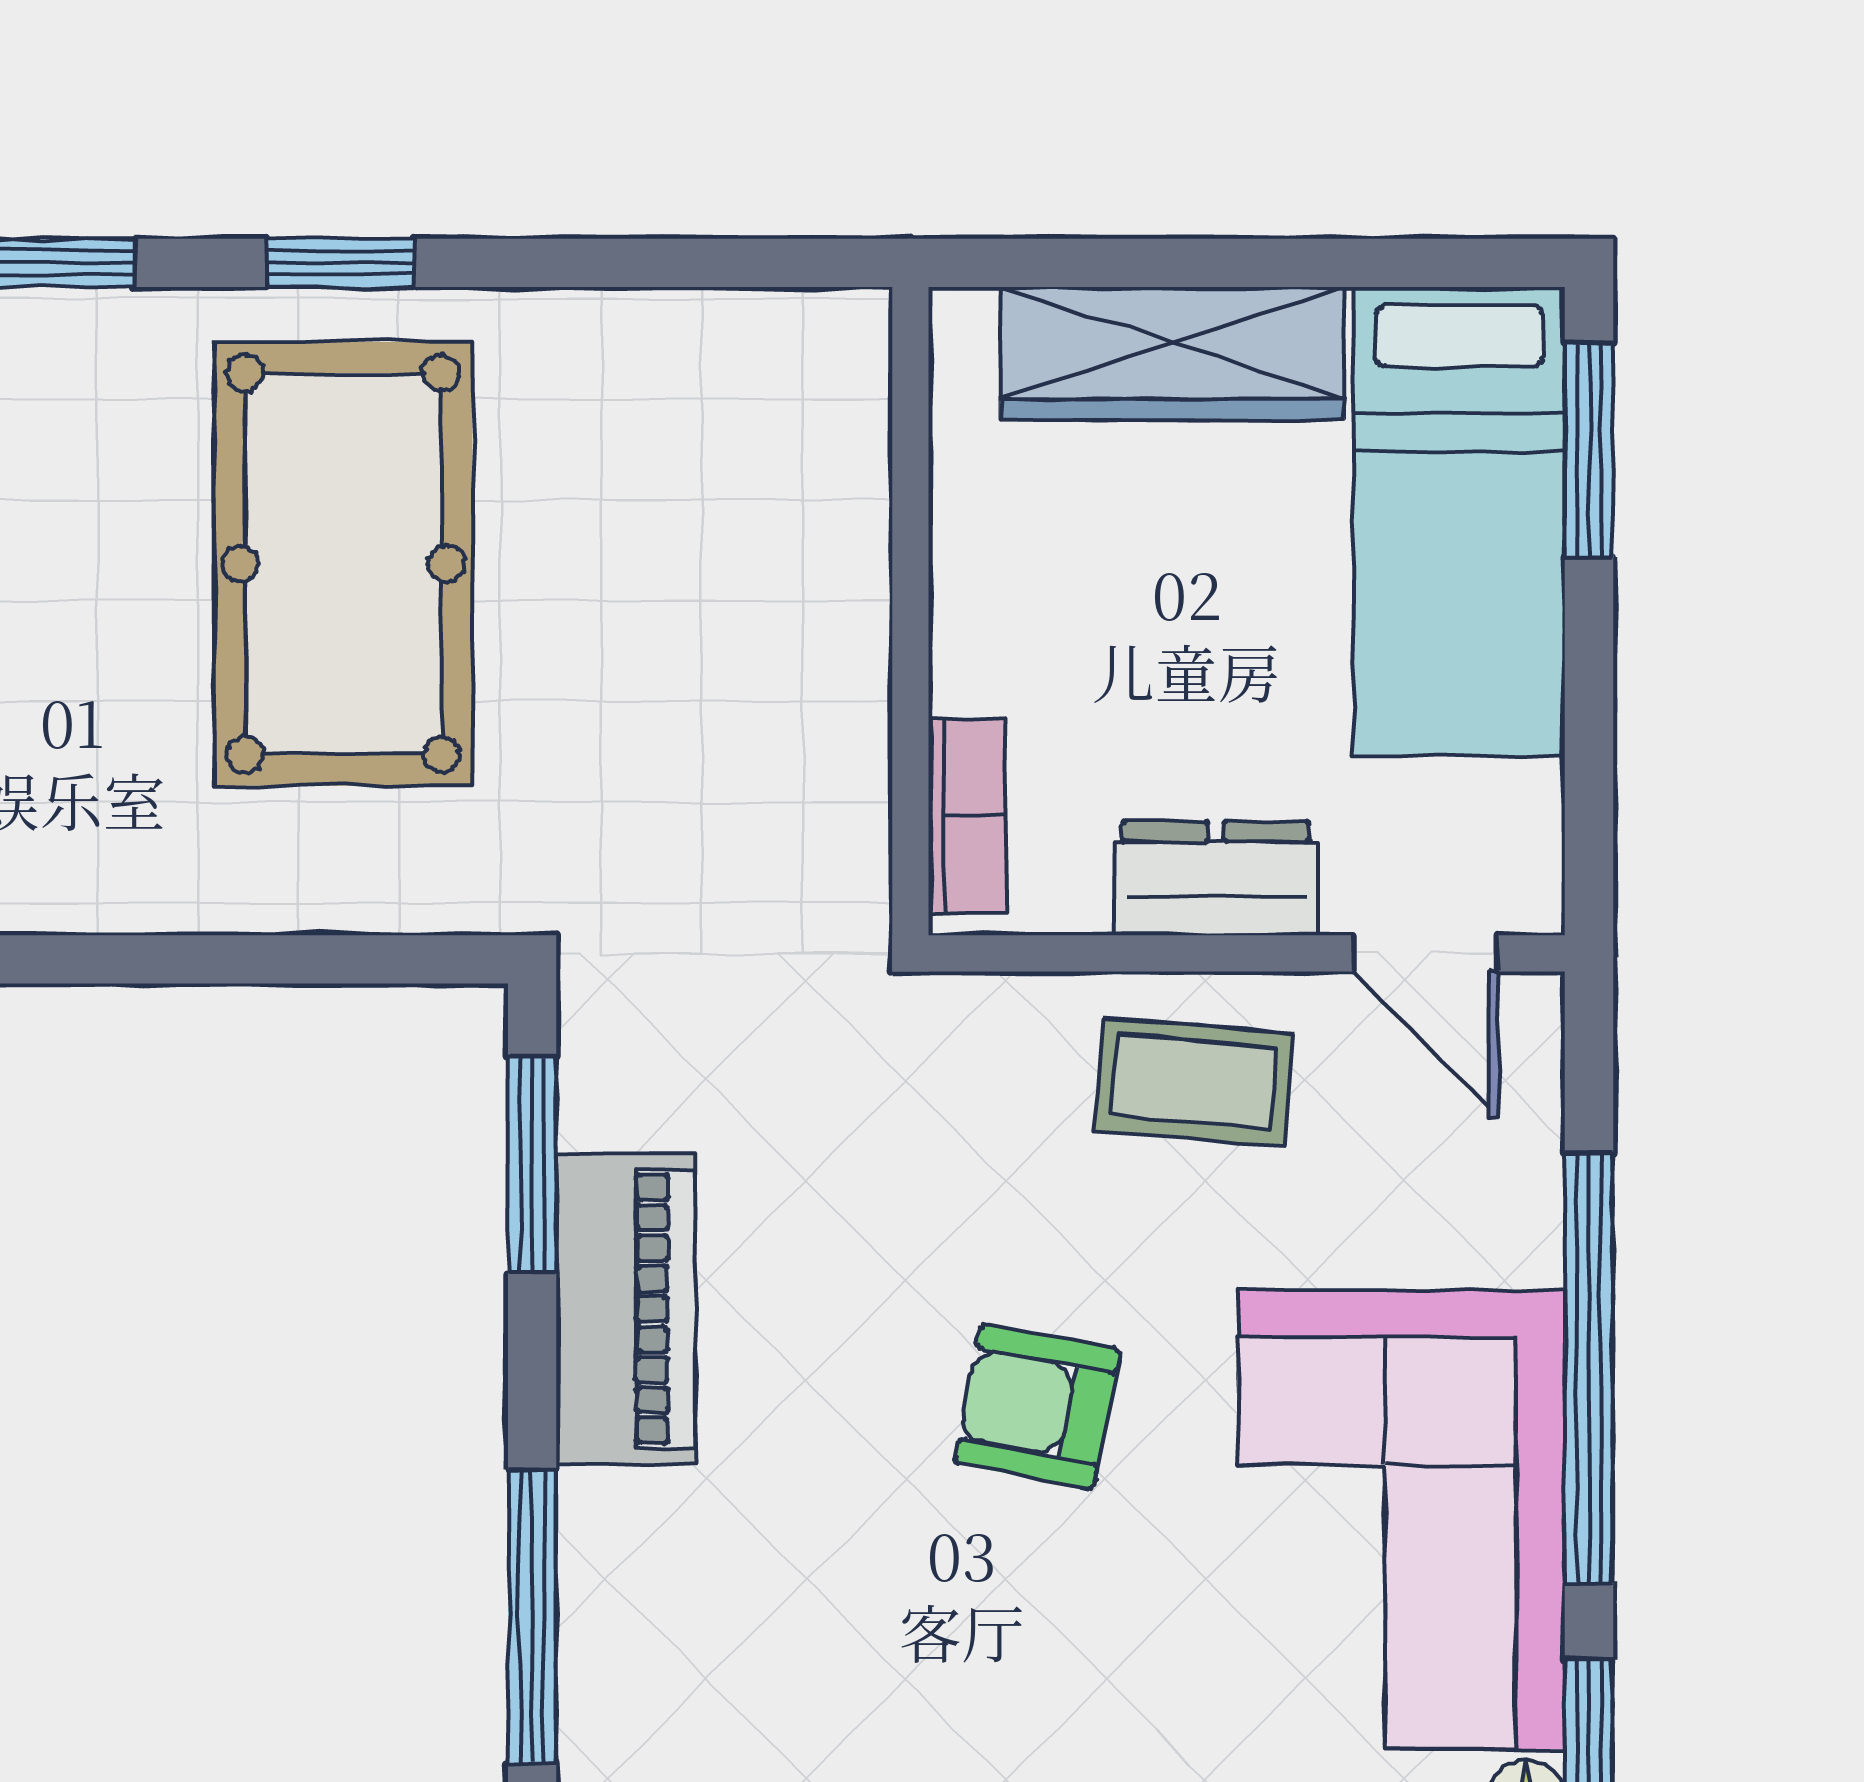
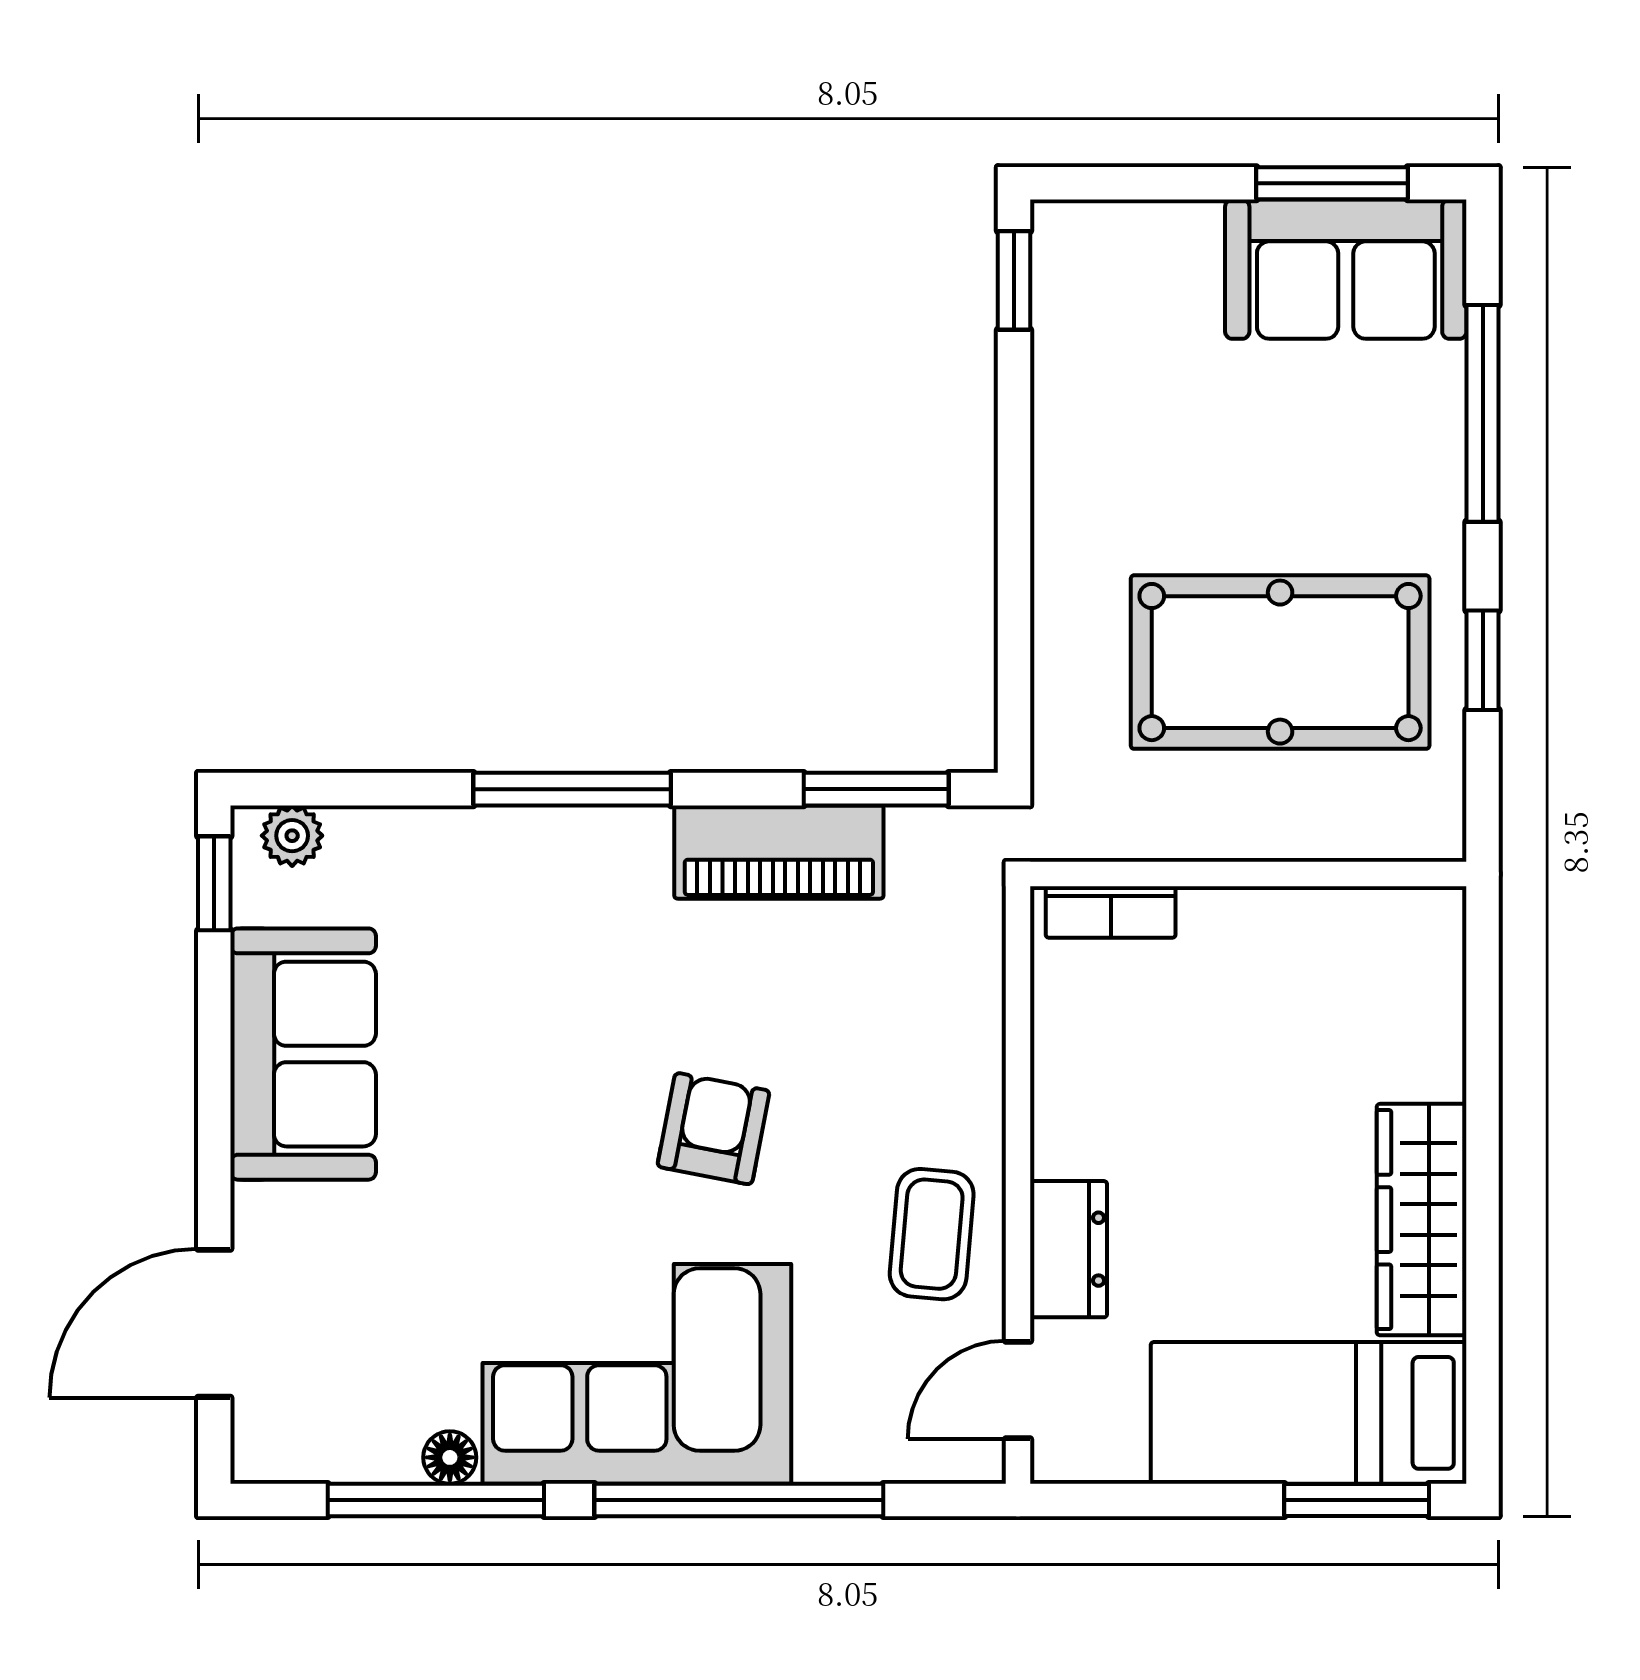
wall: (910, 611) -> (1248, 874), moved
bookcase: (967, 816) -> (1111, 912), moved

